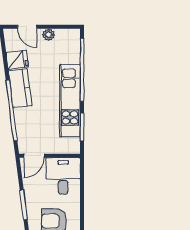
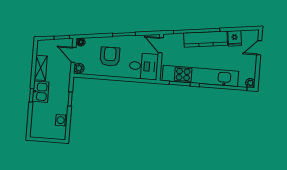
plant: (49, 35) -> (250, 83), moved
kitchen counter: (20, 88) -> (206, 39), width x1.50
kitchen unit: (70, 101) -> (200, 76), width x1.36

